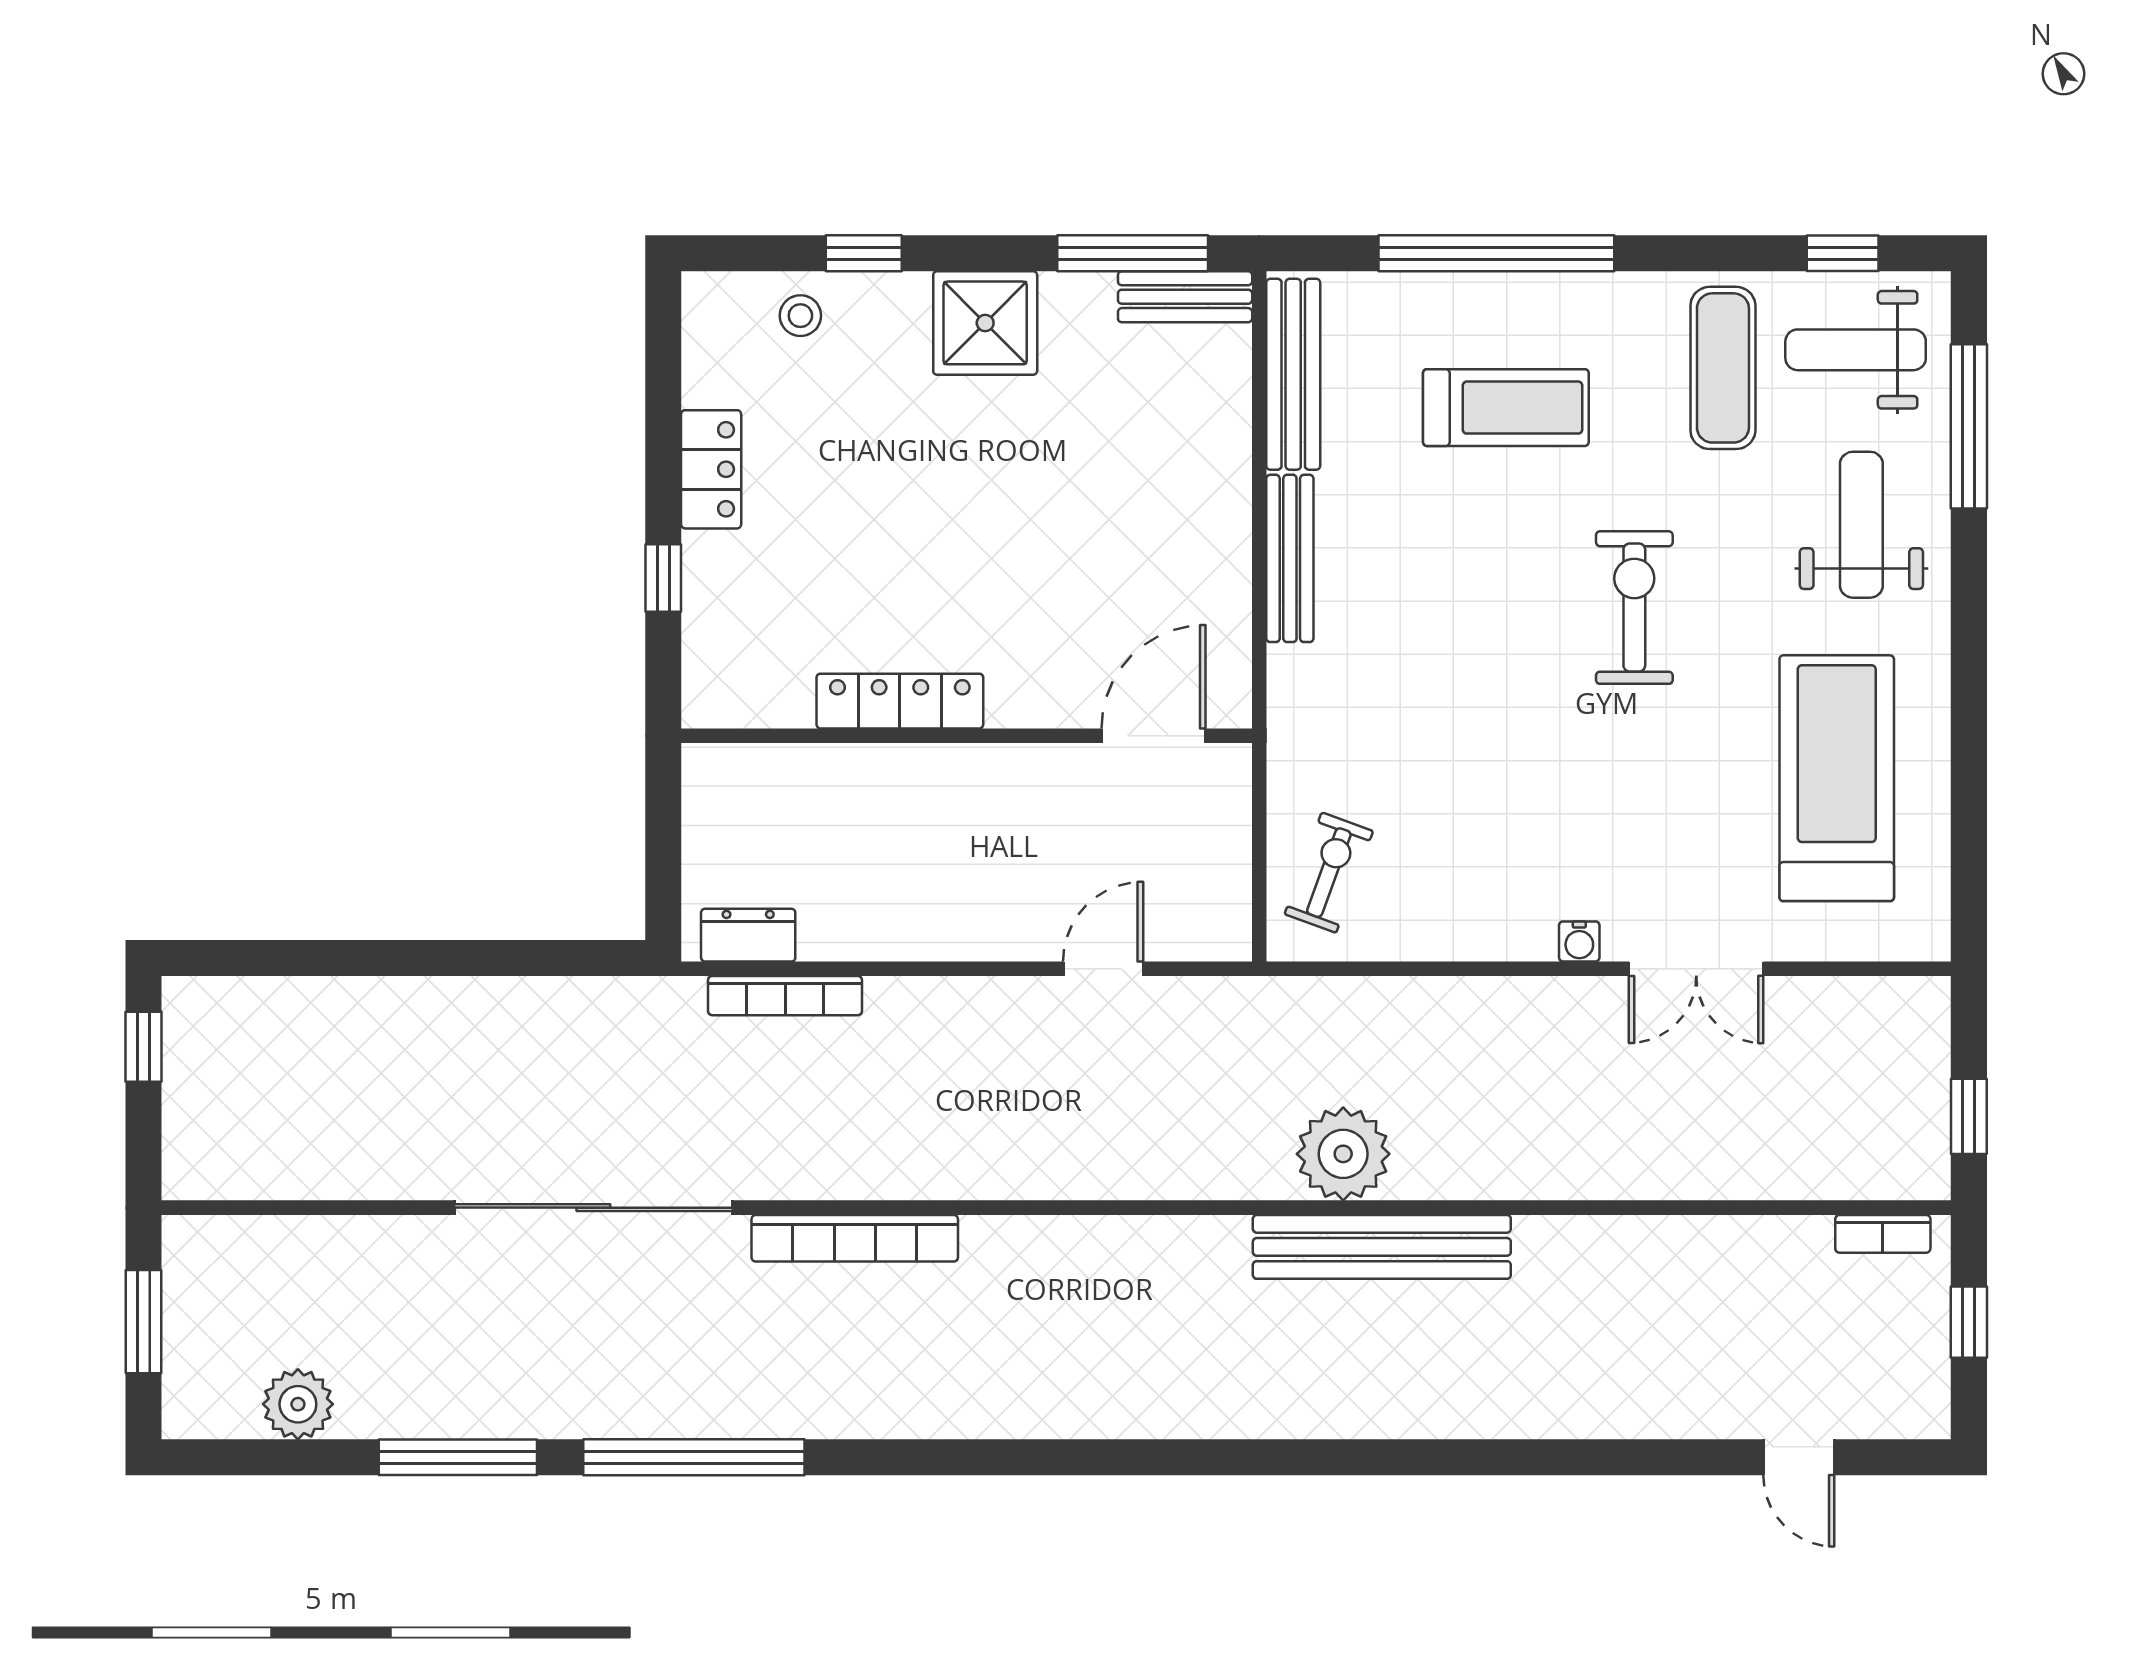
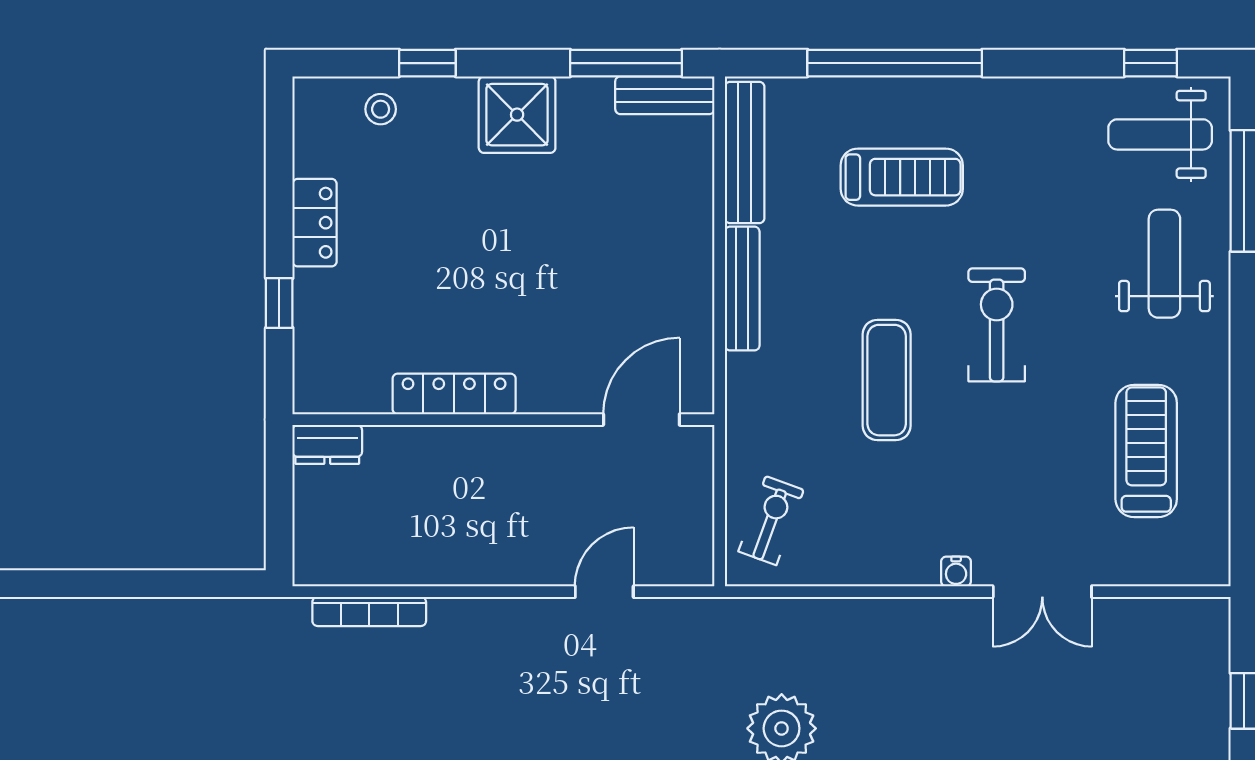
exercise mat: (1723, 368) -> (887, 380), moved
treadmill: (1837, 778) -> (1146, 451), width x0.73, depth x0.73
dresser: (748, 935) -> (327, 444), moved, turned 180

